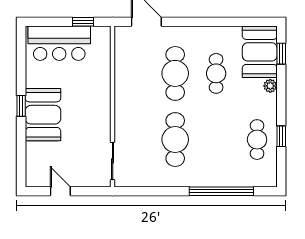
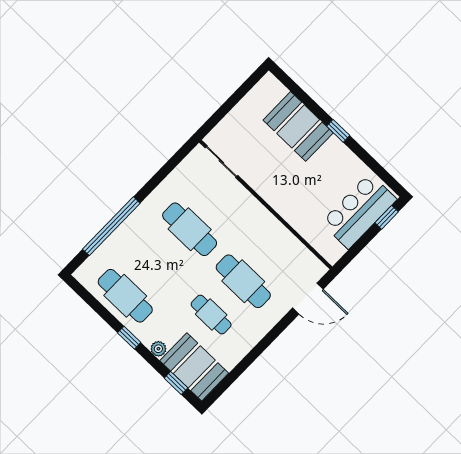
window: (83, 22) -> (387, 217), moved
booth: (43, 115) -> (298, 126), moved
window: (281, 136) -> (129, 338), moved
cafe table: (257, 140) -> (125, 296), width x1.37, depth x1.35
door: (60, 191) -> (238, 95), removed

